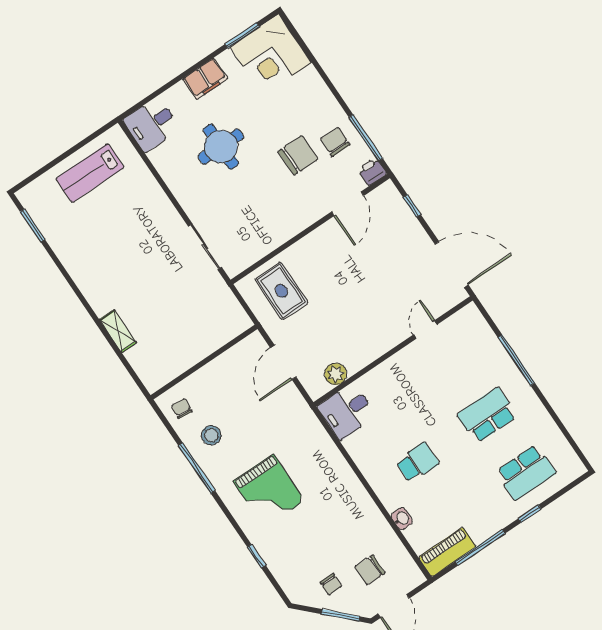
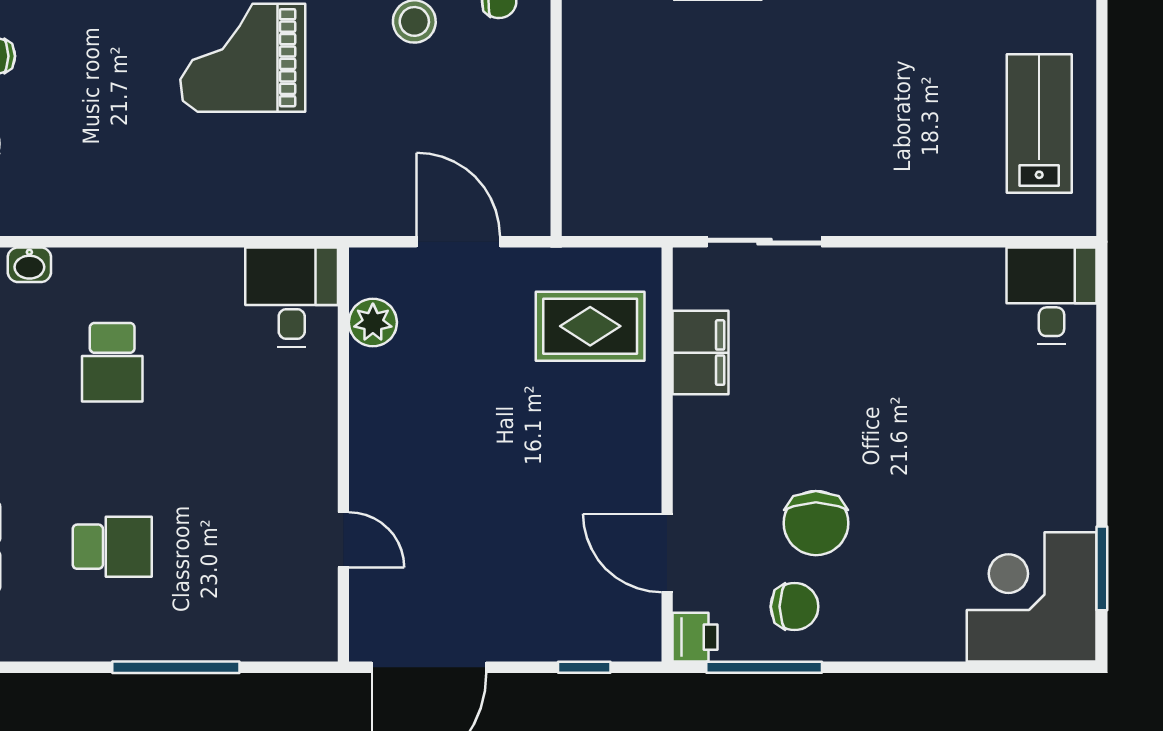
filing cabinet: (205, 79) -> (701, 353), moved, turned 180
round table: (221, 147) -> (926, 393), removed
school desk: (487, 415) -> (112, 547), width x0.54

